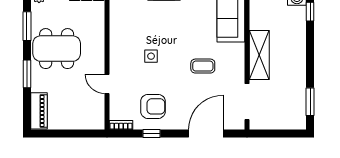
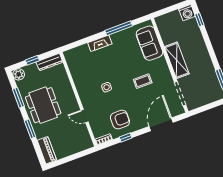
dining table: (57, 49) -> (43, 105), turned 90

